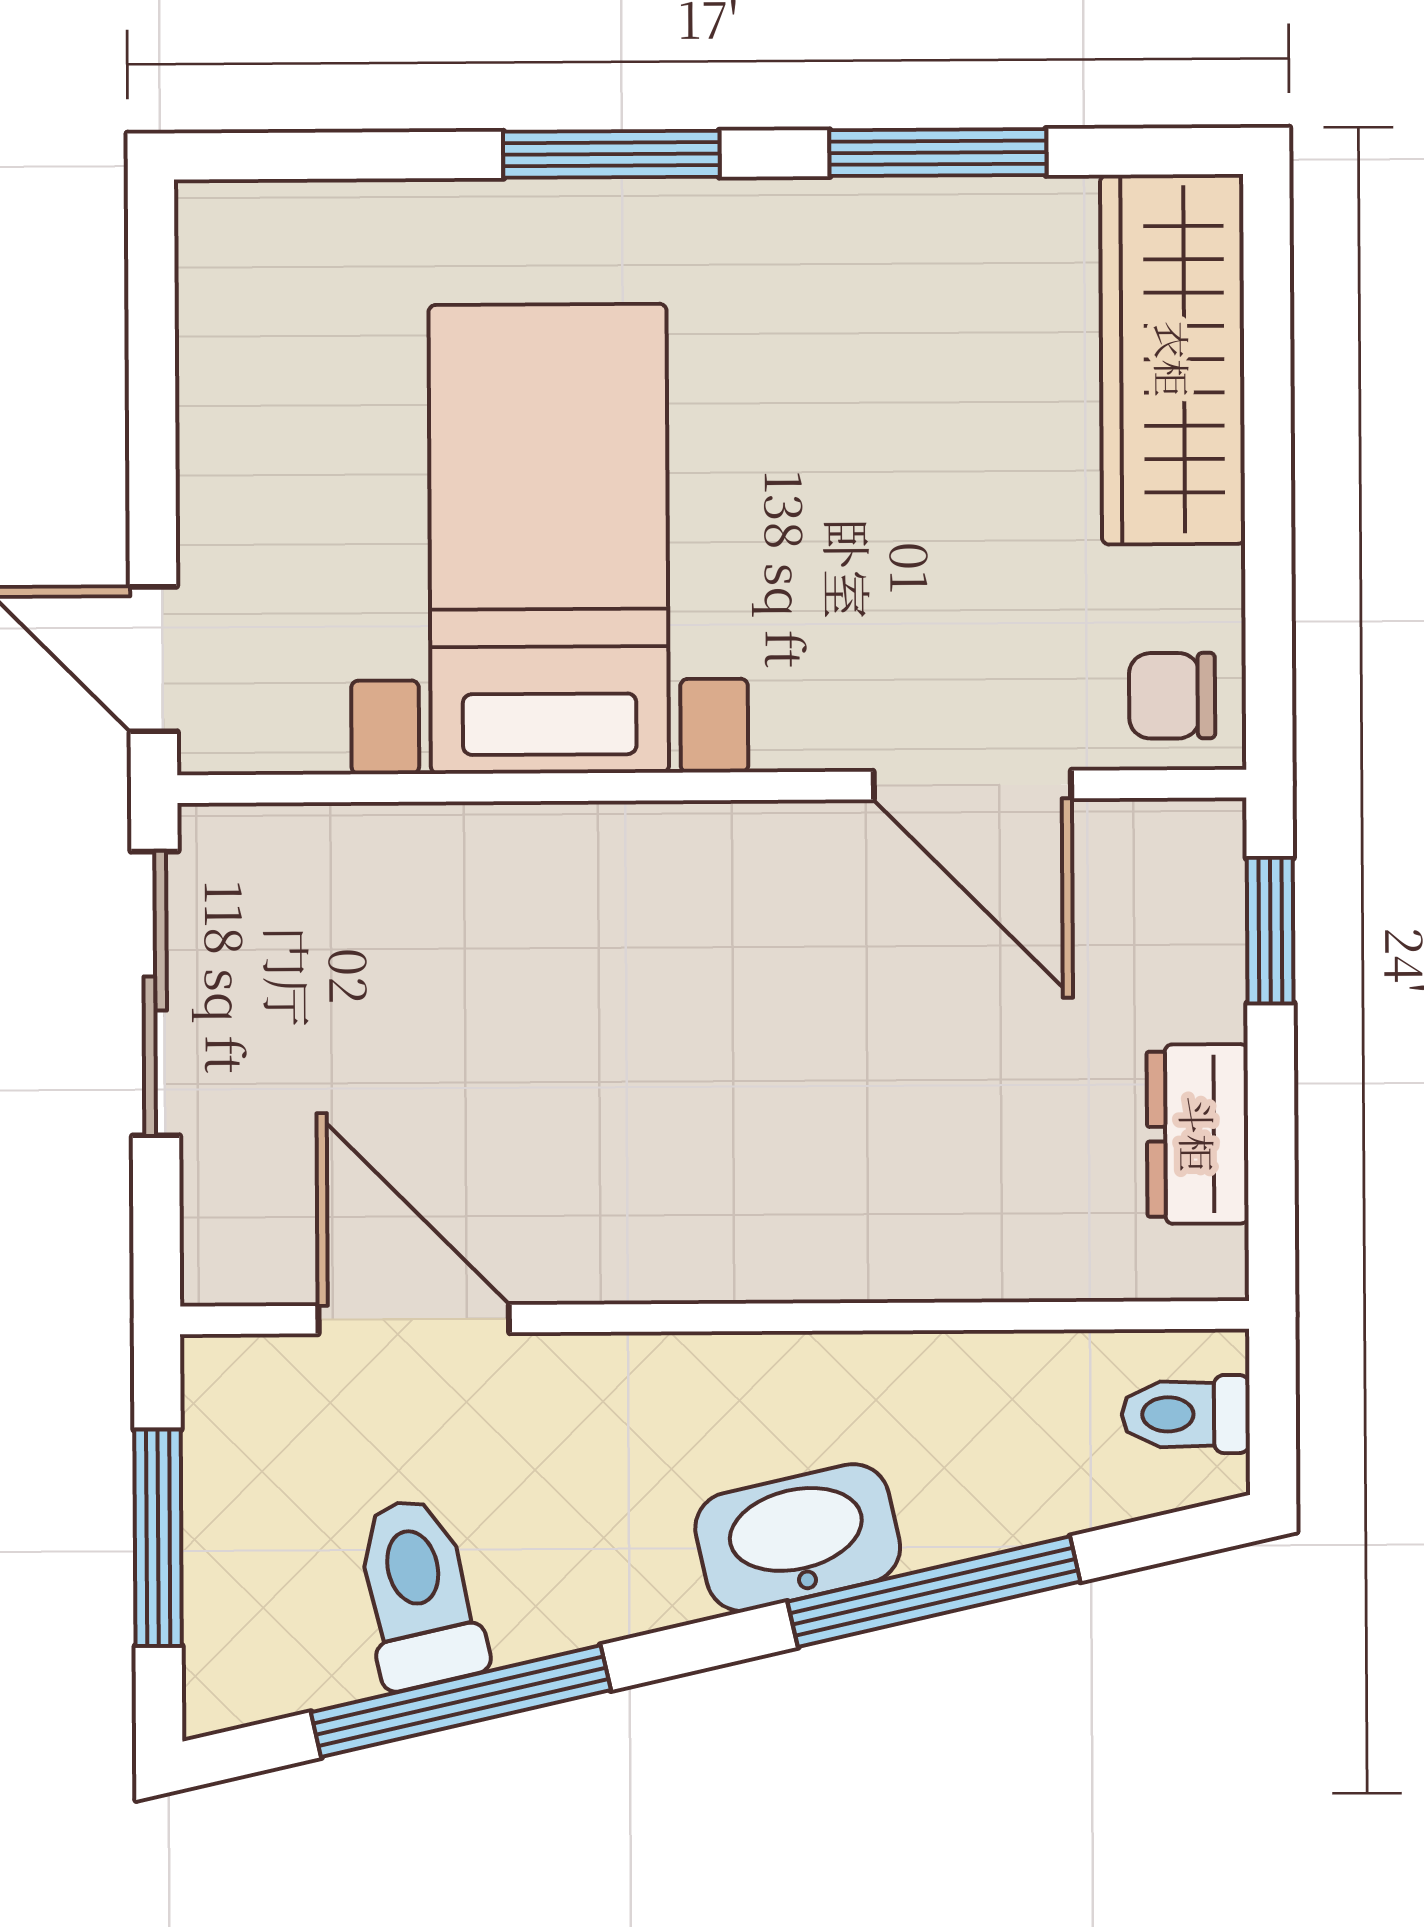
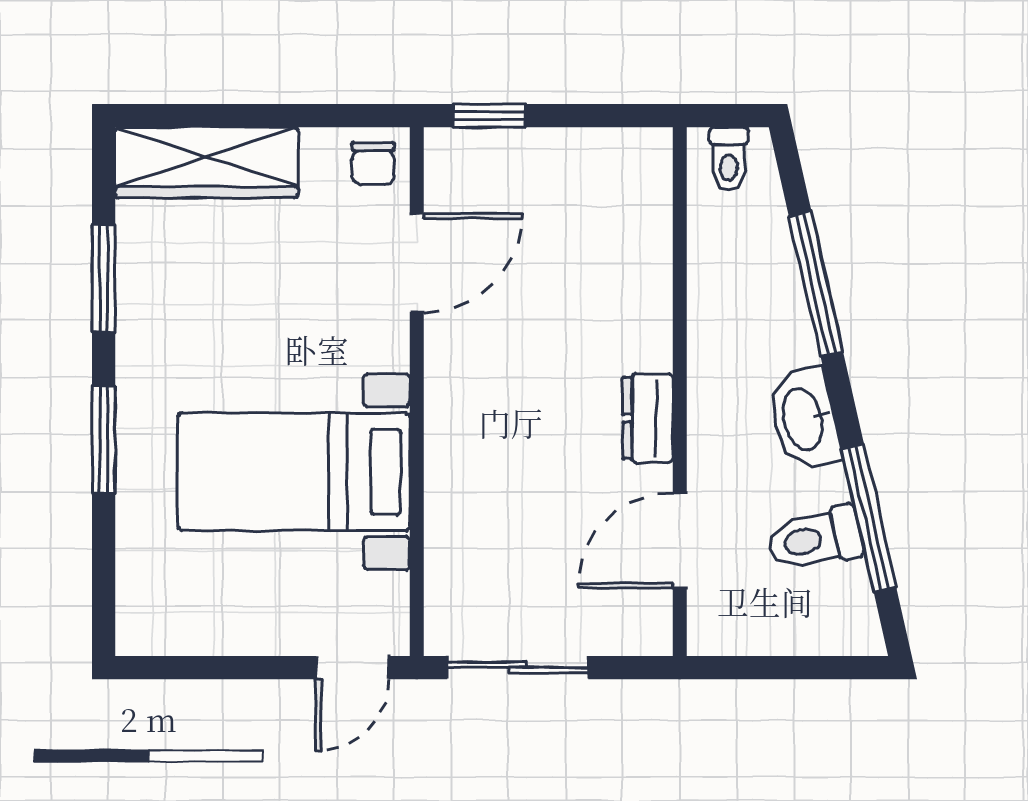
dresser: (1198, 1134) -> (648, 418), moved, turned 90
window: (158, 1538) -> (787, 668), removed
washbasin: (798, 1538) -> (804, 419), moved

